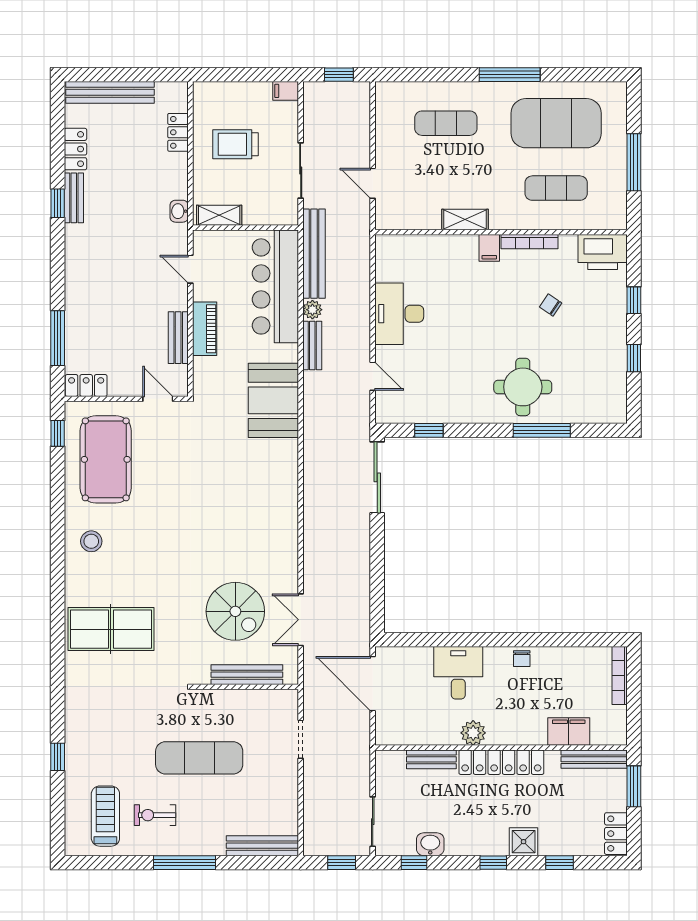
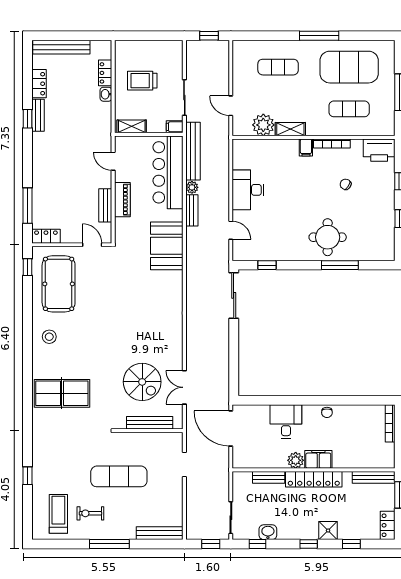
filing cabinet: (286, 91) -> (175, 127), moved
washbasin: (179, 211) -> (106, 94), moved
plant: (423, 213) -> (263, 125), added
filing cabinet: (569, 732) -> (318, 459), moved

